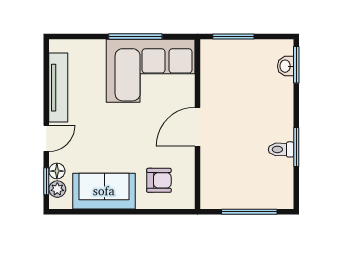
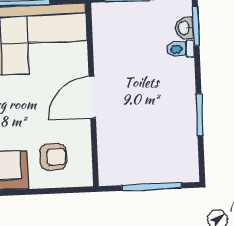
toilet: (281, 149) -> (180, 49), moved

